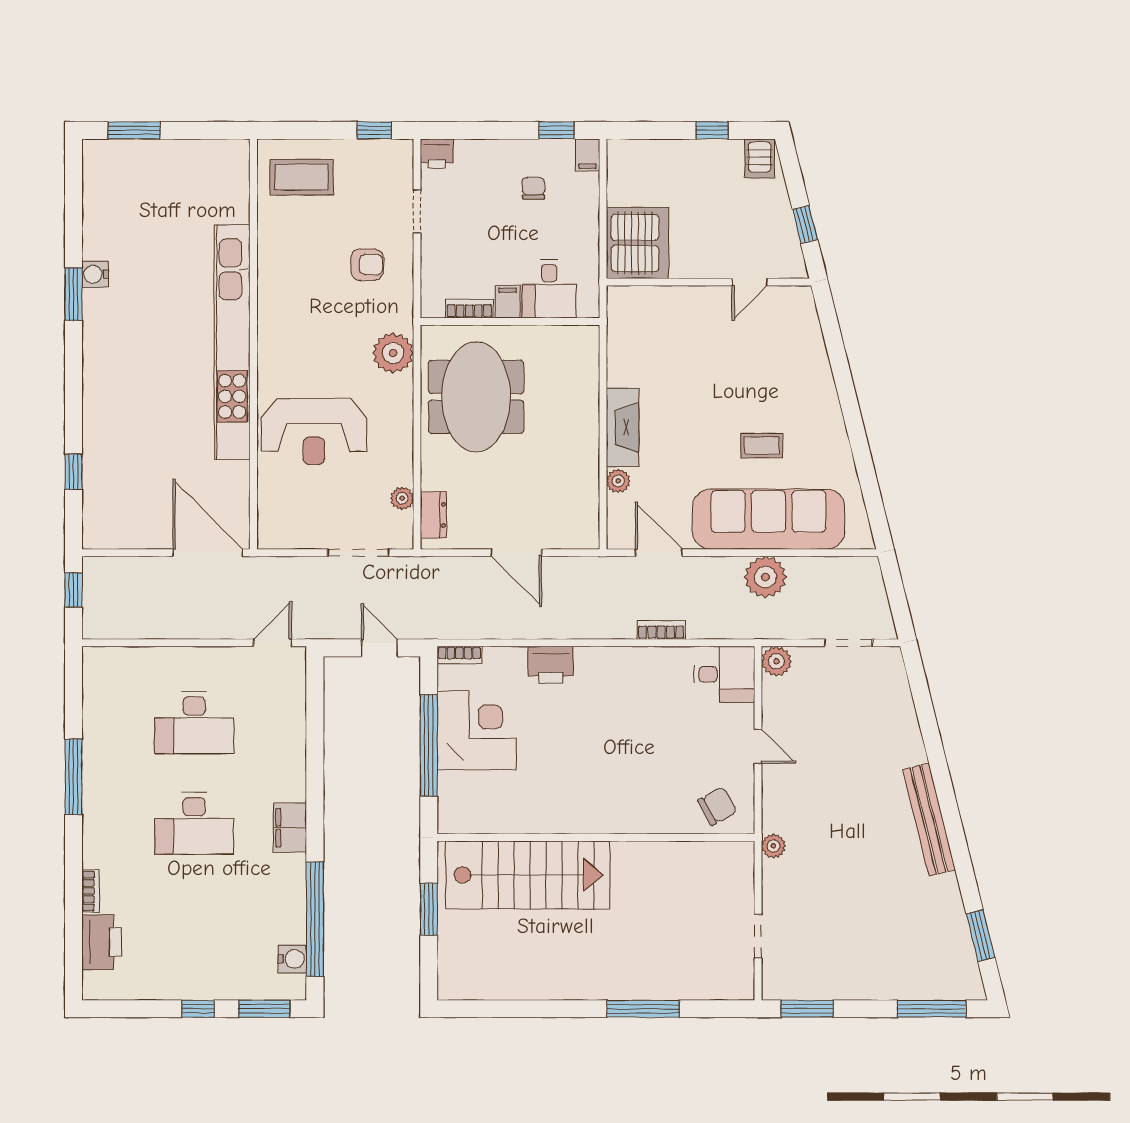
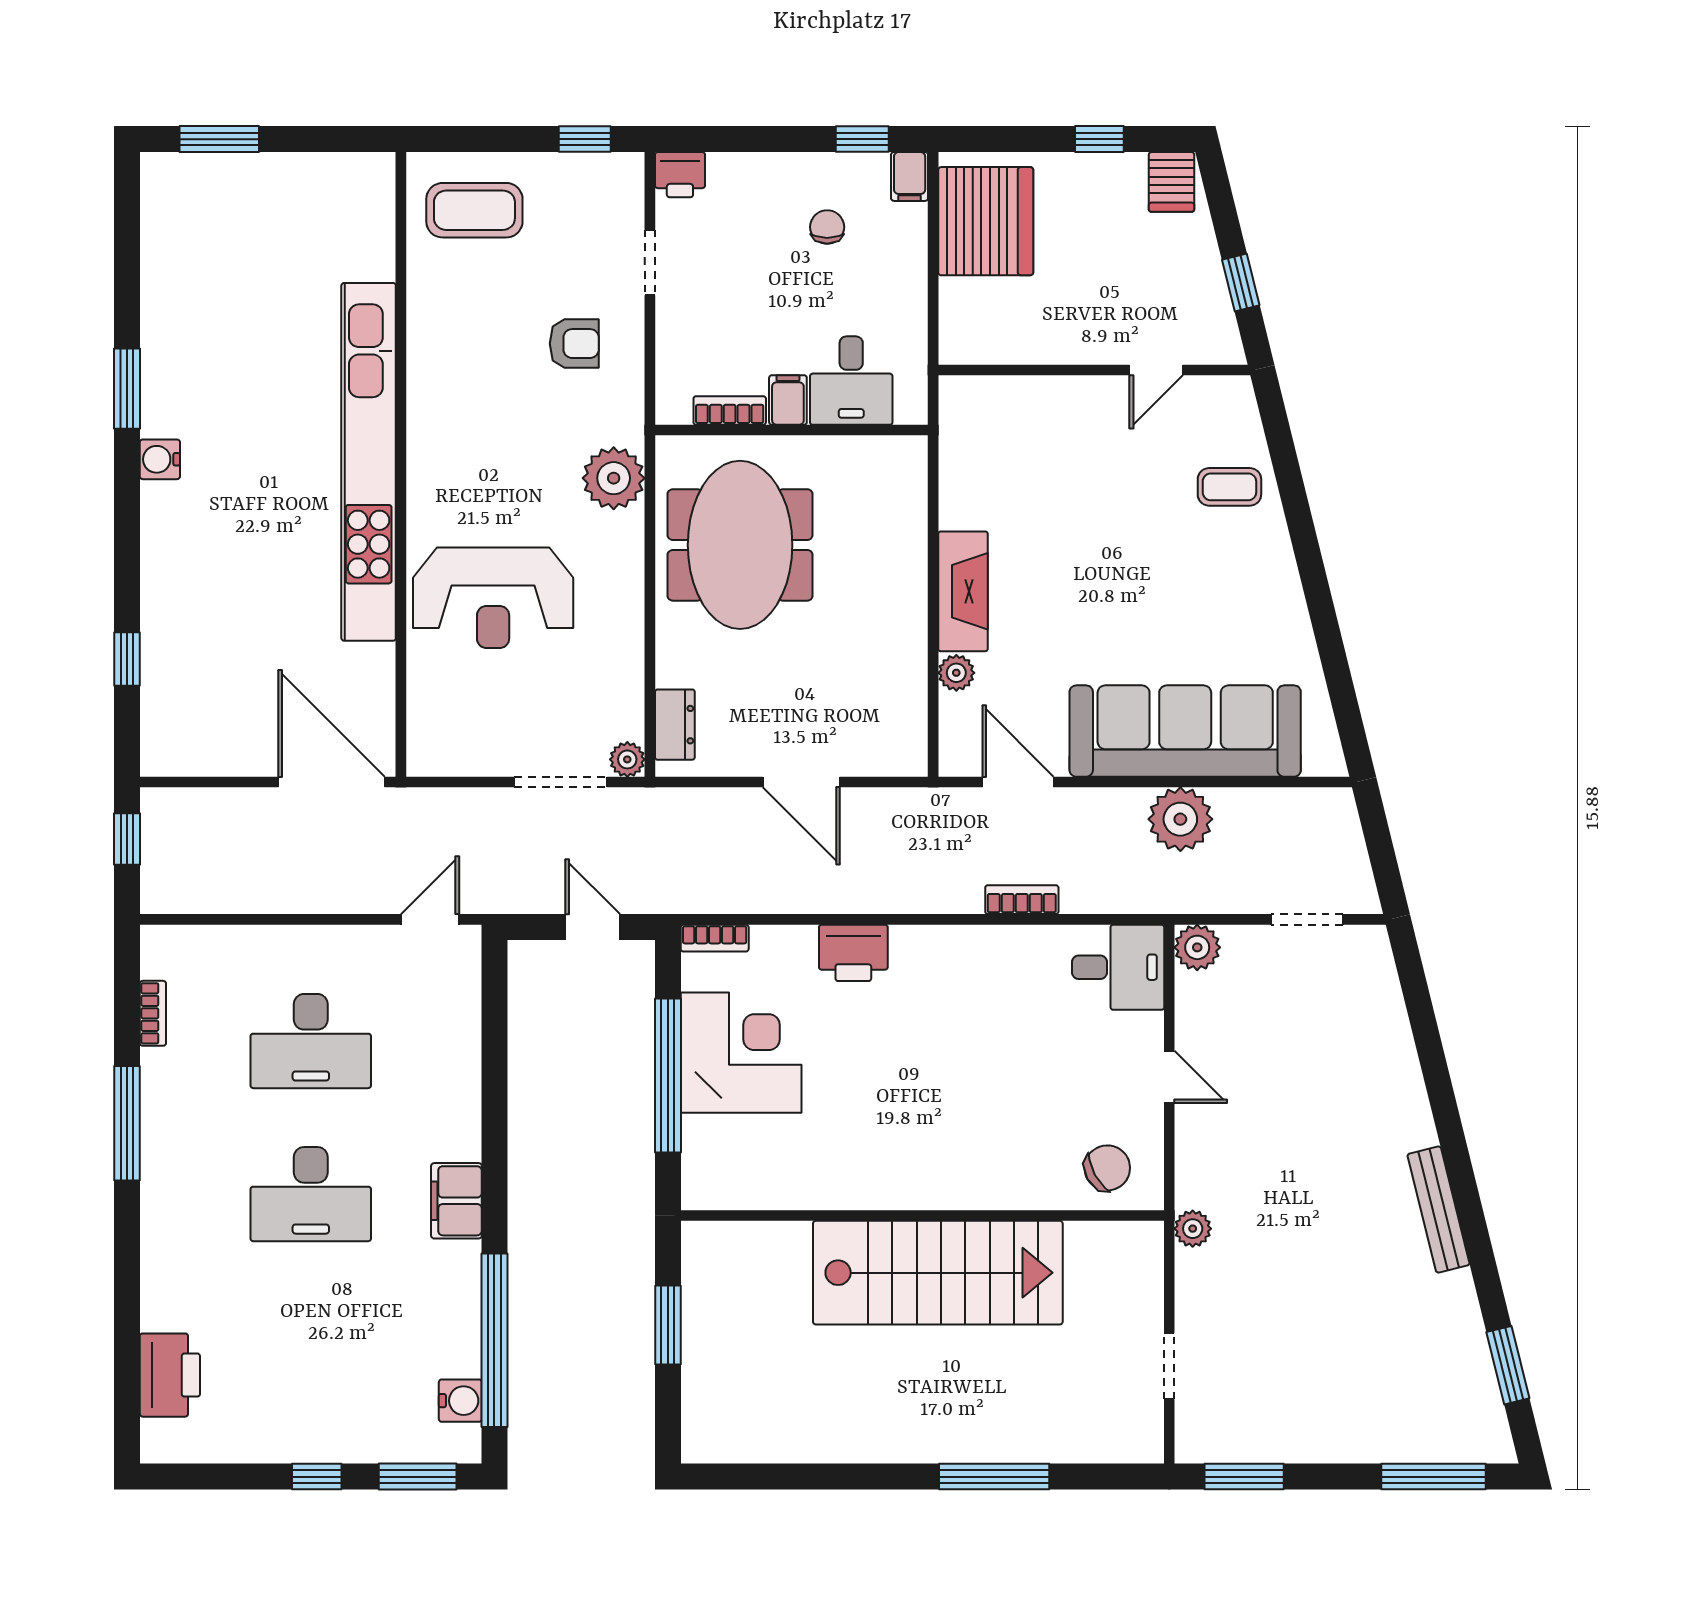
server rack: (637, 243) -> (986, 221), moved
water cooler: (95, 274) -> (160, 459), moved
coffee table: (762, 446) -> (1229, 487), moved
plant: (402, 498) -> (627, 759), moved
bench: (929, 820) -> (1438, 1210), width x0.73, depth x0.82
stairs: (528, 875) -> (938, 1273), moved
bookcase: (91, 891) -> (153, 1013), moved

